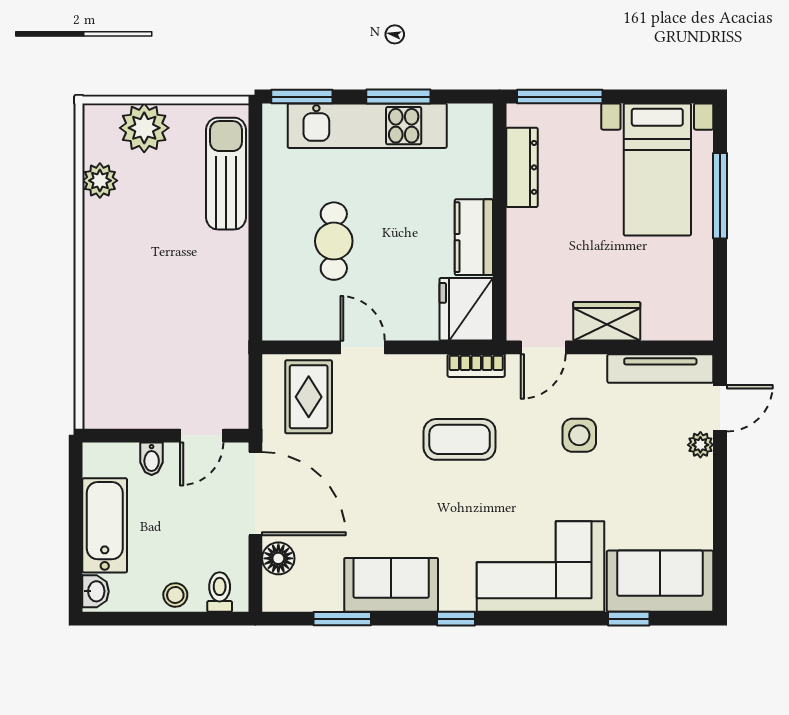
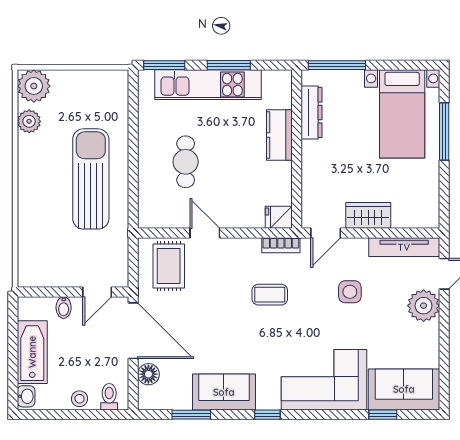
plant: (144, 128) -> (34, 86), moved
sun lounger: (226, 174) -> (91, 179), moved, width x1.36, depth x1.34
kitchen counter: (474, 237) -> (279, 135), moved
fridge: (466, 309) -> (279, 217), width x0.53, depth x0.75
coffee table: (460, 439) -> (270, 295), width x0.73, depth x0.77
plant: (700, 445) -> (424, 306), width x1.87, depth x1.87

